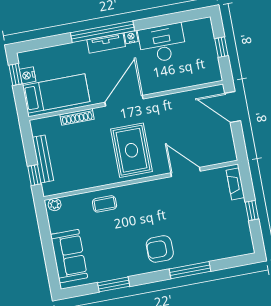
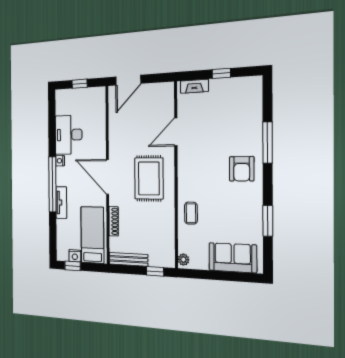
tv unit: (106, 43) -> (61, 203), moved
rug: (131, 150) -> (149, 178), turned 90
bench: (43, 159) -> (128, 259), moved

